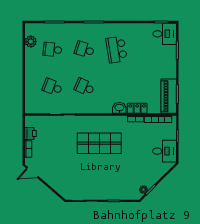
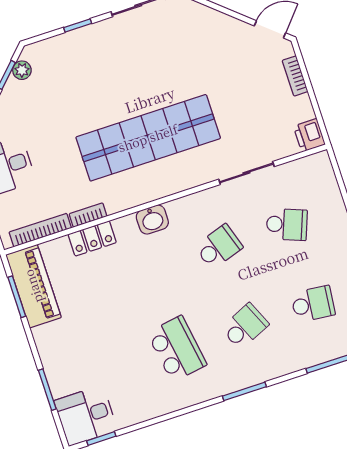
school desk: (85, 50) -> (245, 326), turned -42
school desk: (85, 87) -> (219, 247), turned -42
washbasin: (119, 108) -> (152, 220), moved
printer: (30, 134) -> (309, 135), moved
shop shelf: (99, 143) -> (148, 138), width x1.40

